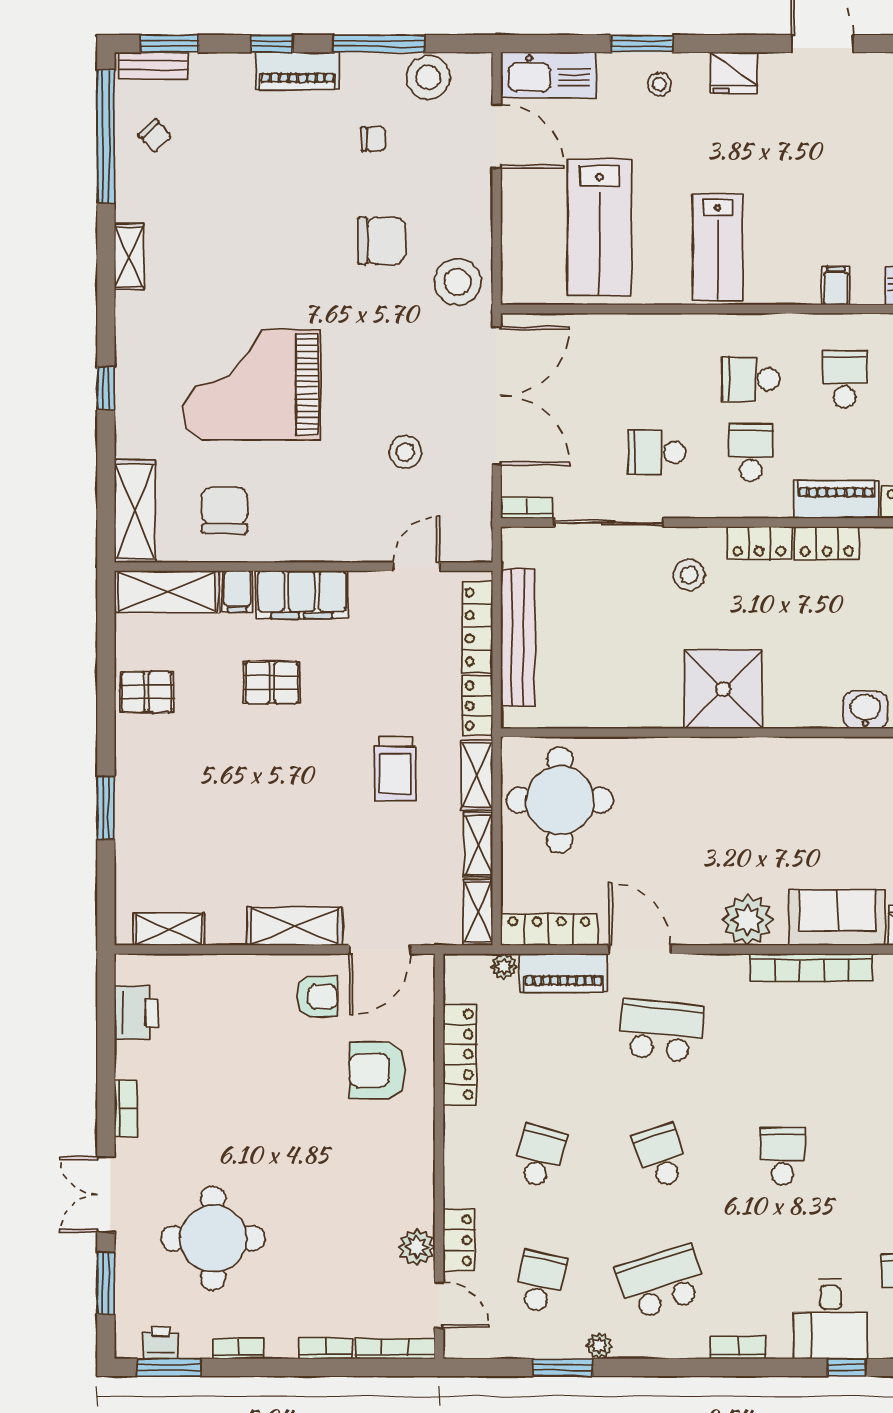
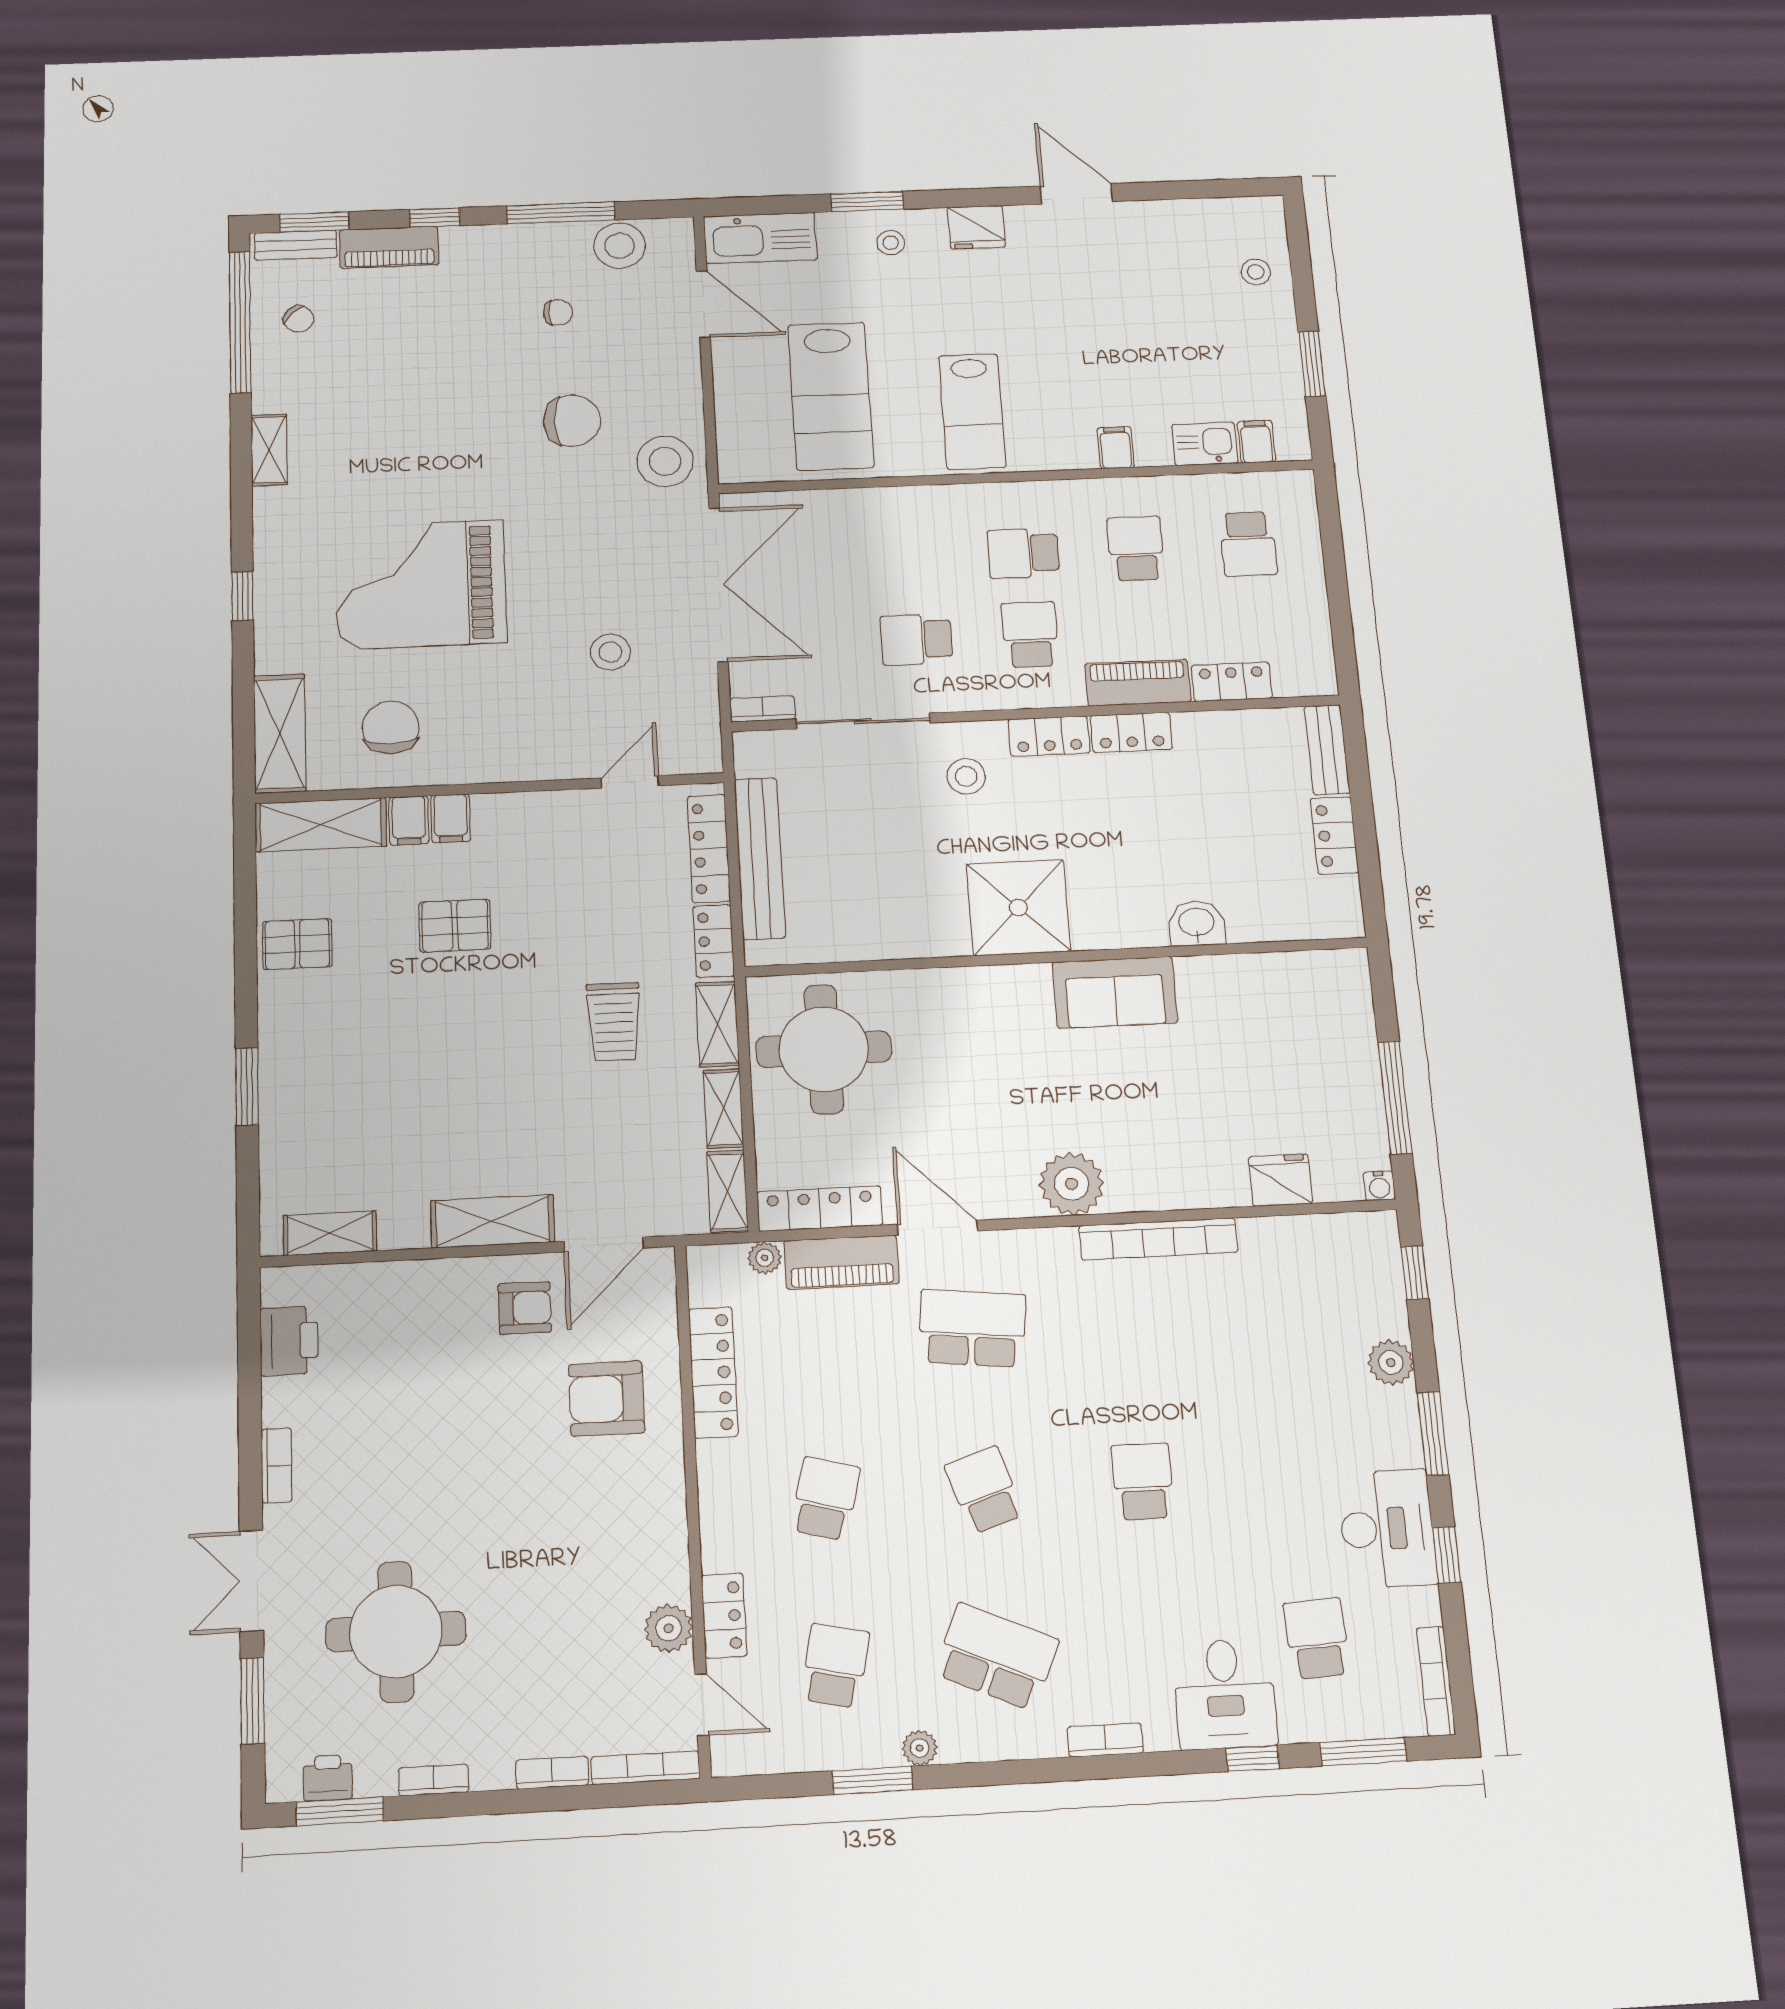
piano: (298, 71) -> (389, 247), moved
filing cabinet: (302, 595) -> (451, 818), width x0.33, depth x0.86
sofa: (837, 918) -> (1115, 992), moved, turned 180
school desk: (661, 1282) -> (996, 1657), turned 42

